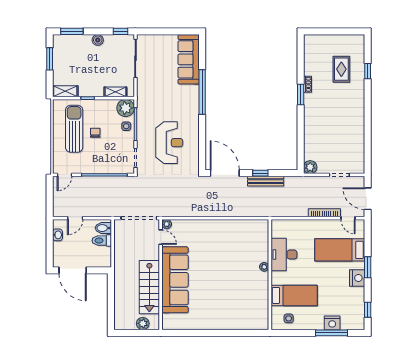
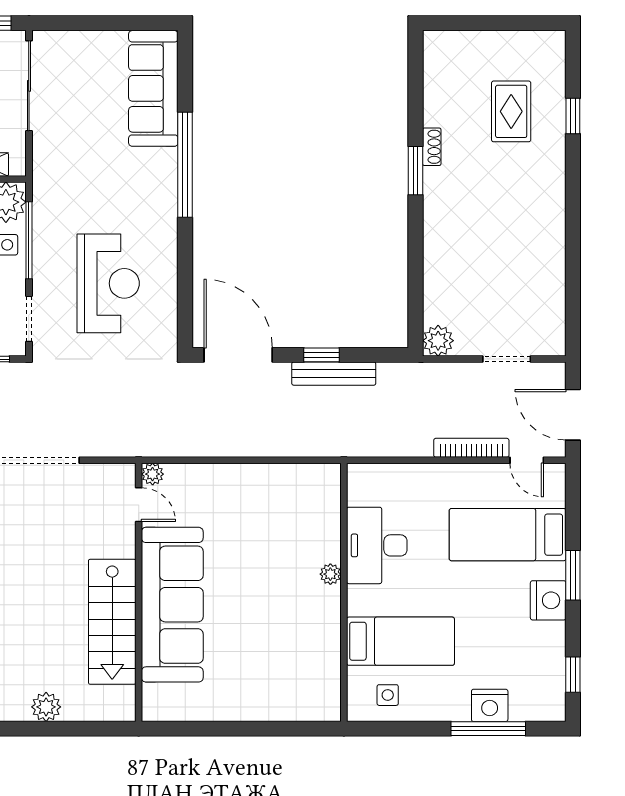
plant: (167, 224) -> (153, 474), moved
door: (161, 237) -> (139, 505), moved
wall: (161, 275) -> (139, 592), moved
sofa: (175, 280) -> (172, 605), moved
stairs: (149, 287) -> (112, 622), moved

